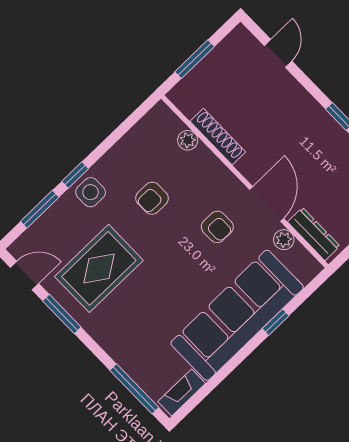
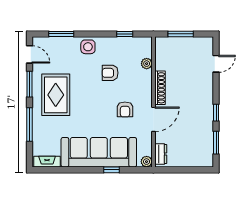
shoe rack: (218, 137) -> (160, 88), moved
window: (75, 175) -> (125, 34), moved
dresser: (314, 234) -> (161, 154), width x0.70
plant: (284, 240) -> (147, 162), moved
rug: (99, 268) -> (56, 95), moved, turned 90
window: (134, 389) -> (30, 124), moved

